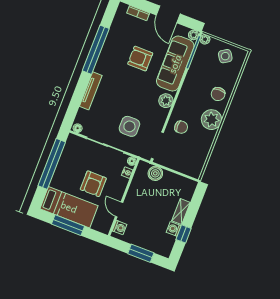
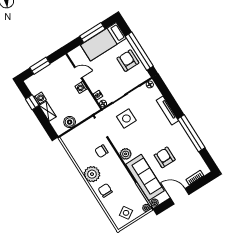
armchair: (140, 59) -> (165, 157), turned -90
boiler: (155, 173) -> (70, 122), moved
armchair: (93, 184) -> (128, 61), moved
washing machine: (120, 228) -> (81, 87), moved

